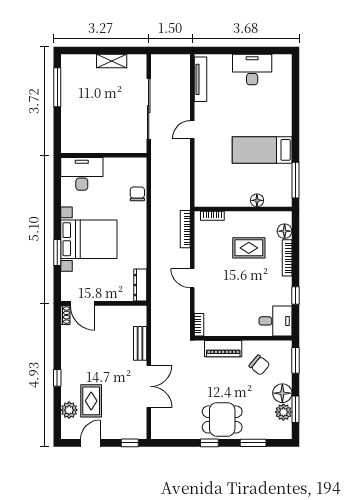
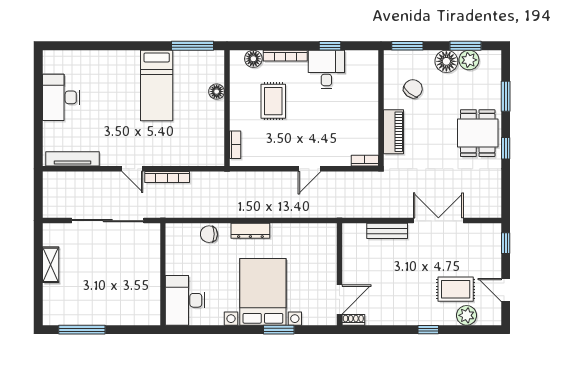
bookcase: (185, 229) -> (167, 177), moved
dresser: (140, 285) -> (250, 231), moved
desk: (275, 321) -> (326, 69), moved

